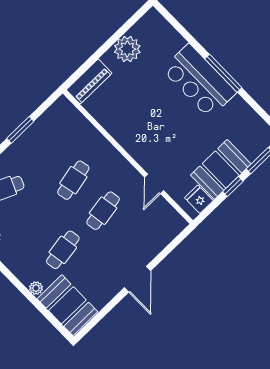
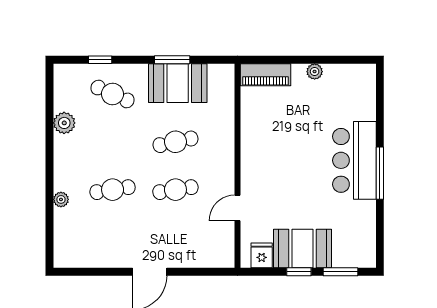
plant: (127, 49) -> (315, 72), width x0.53, depth x0.53
booth: (67, 305) -> (178, 83), moved, turned 90

